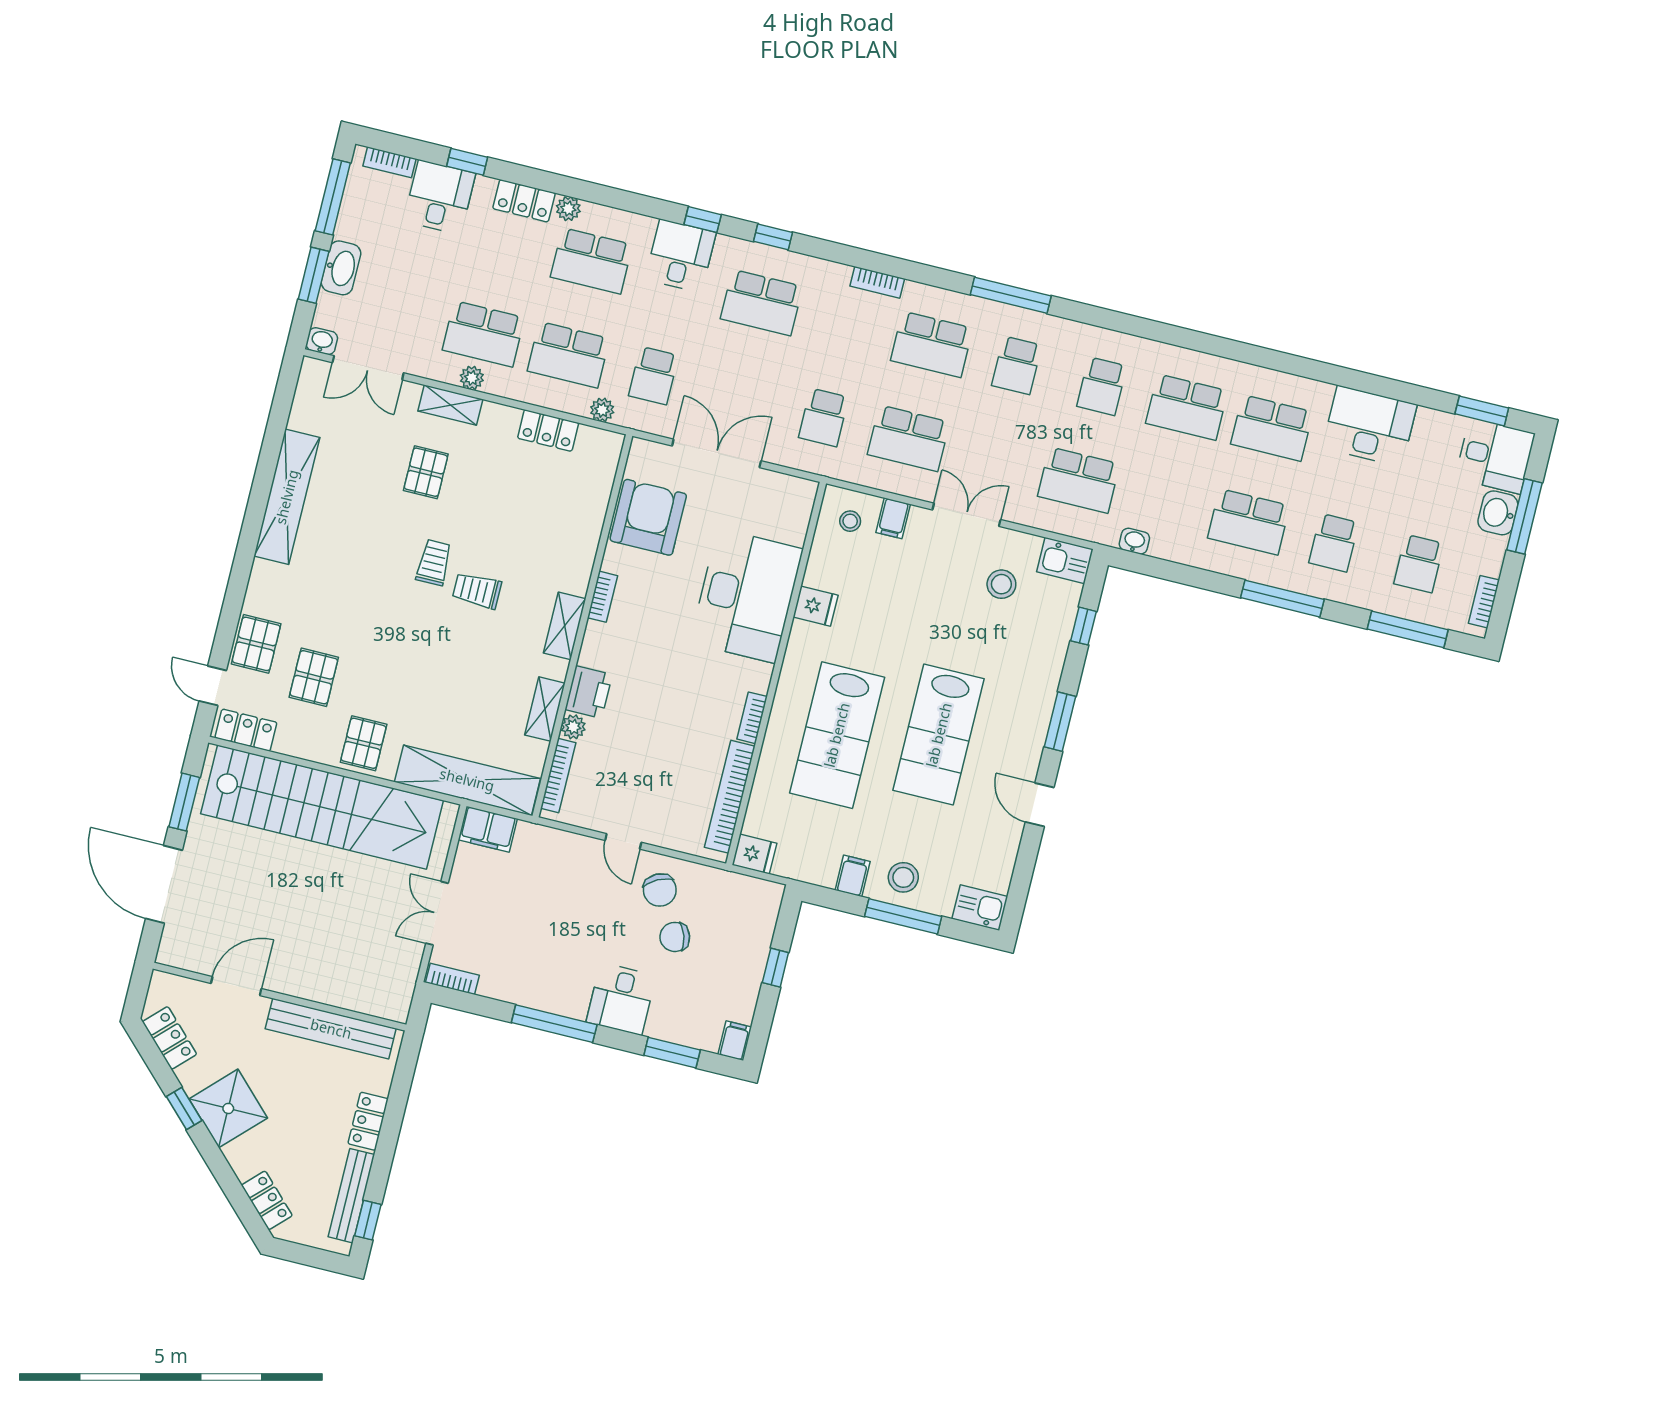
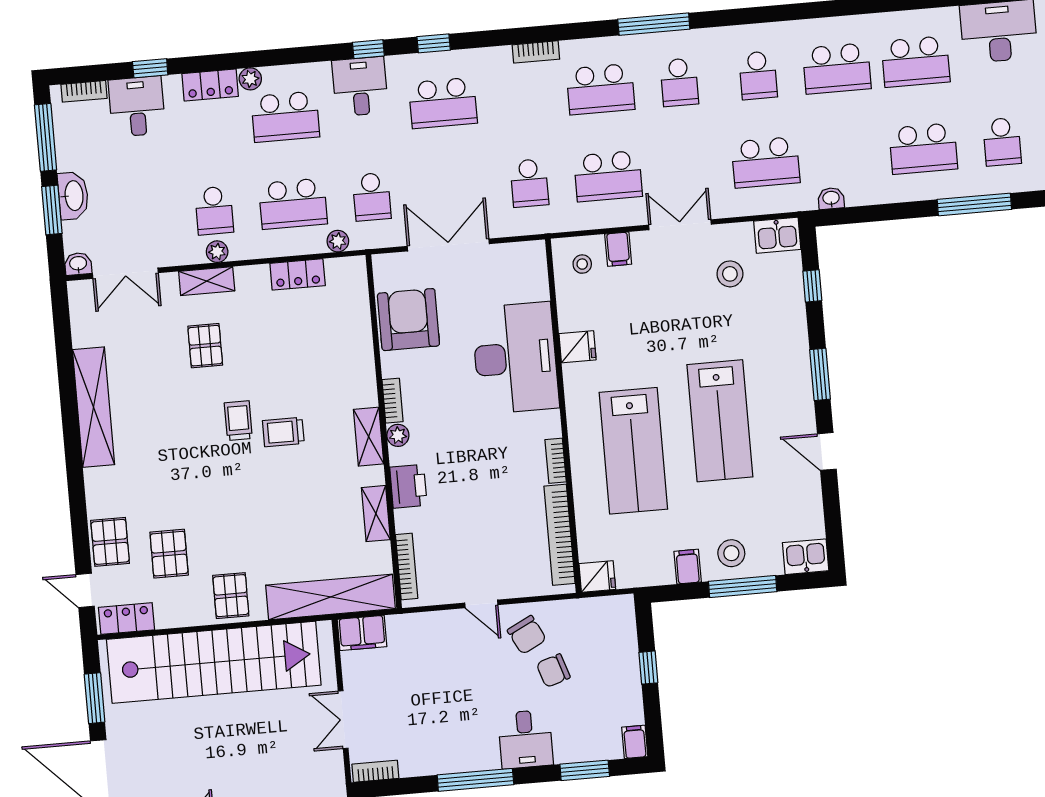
school desk: (483, 334) -> (214, 211), width x0.54
plant: (573, 727) -> (398, 435), moved

